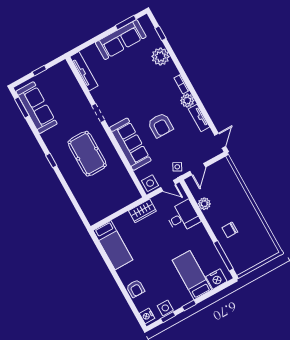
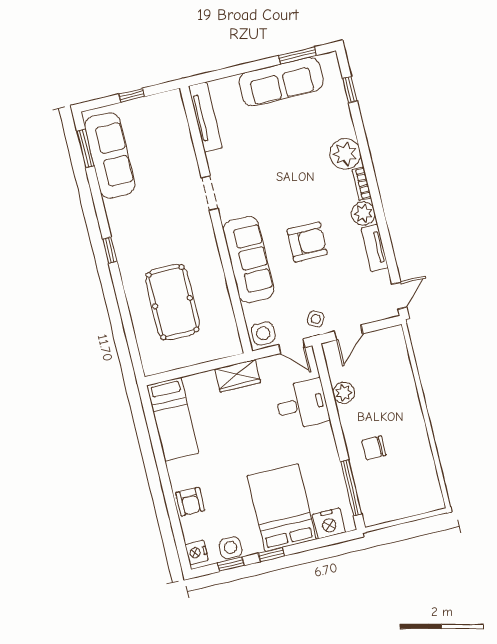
plant: (160, 57) -> (345, 154), moved
armchair: (160, 125) -> (307, 242), turned -90
pool table: (87, 154) -> (172, 302), moved
bed: (192, 275) -> (282, 508), width x1.50

